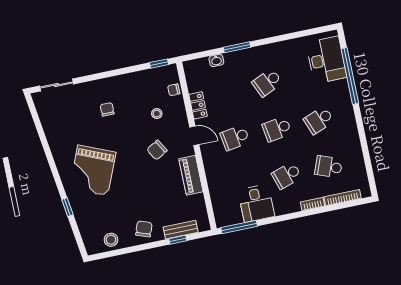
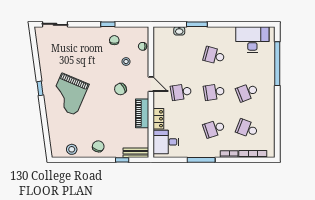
desk: (326, 60) -> (252, 39), moved, turned -90
window: (159, 64) -> (108, 24), moved
school desk: (267, 83) -> (214, 56), turned 39
locker: (198, 105) -> (158, 119), moved
chair: (107, 109) -> (114, 40), moved
desk: (256, 203) -> (166, 142), moved, turned 90
window: (67, 207) -> (40, 88), moved
window: (239, 227) -> (201, 160), moved
bench: (181, 230) -> (136, 153), moved

